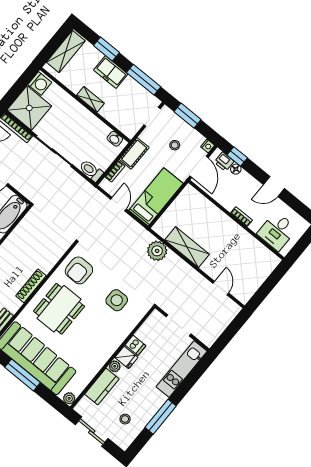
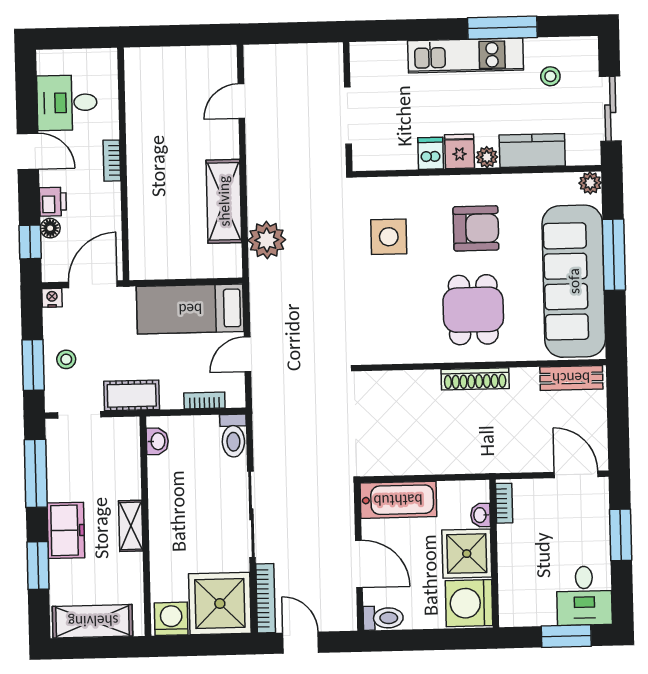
stool: (175, 145) -> (66, 359), moved
cot: (134, 153) -> (132, 395), moved
printer: (224, 162) -> (53, 202), moved
desk: (277, 231) -> (67, 103), moved, turned 180
armchair: (79, 270) -> (476, 228), moved
dining table: (59, 309) -> (473, 310), width x0.73
kitchen unit: (182, 369) -> (466, 55), moved
window: (23, 375) -> (614, 255), moved

